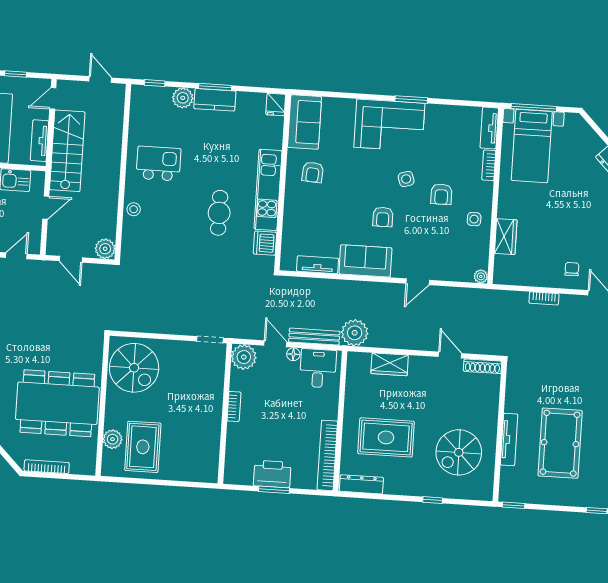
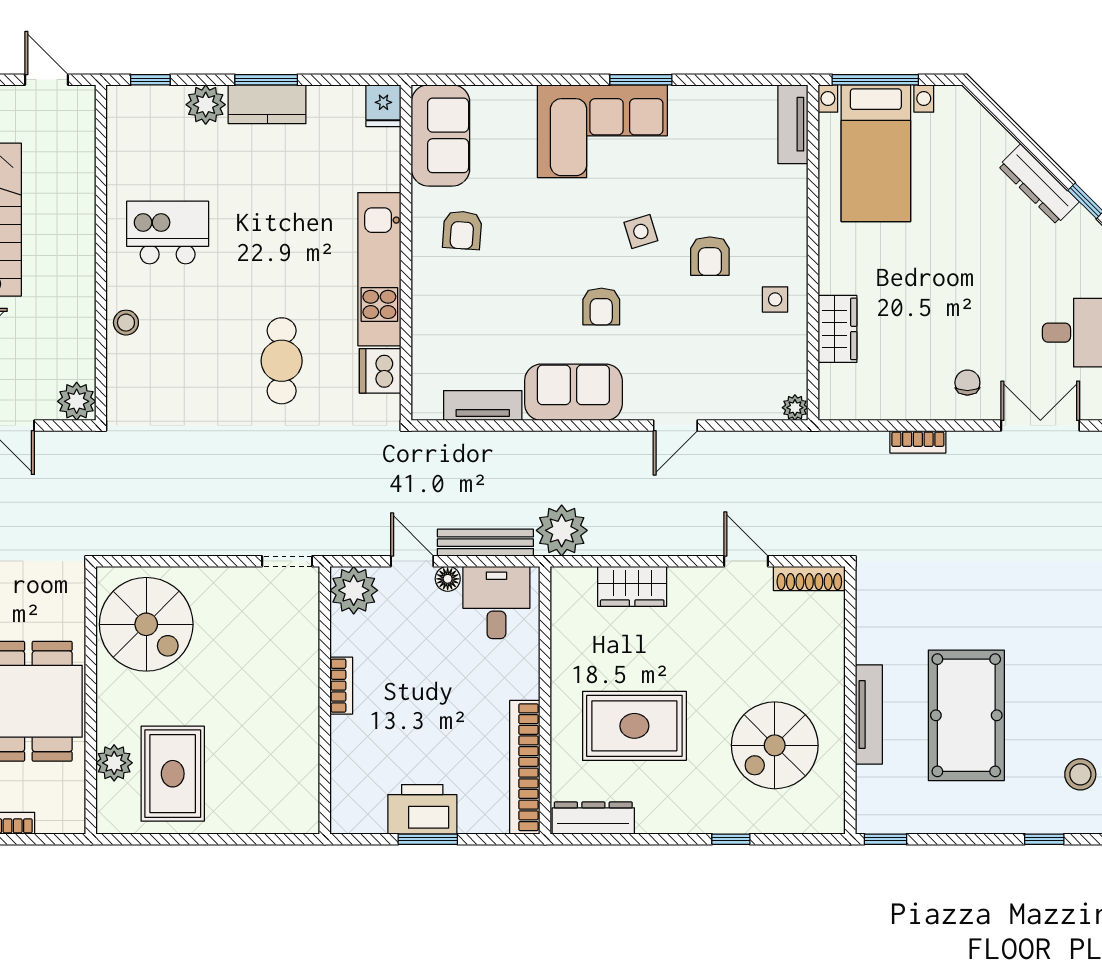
bookcase: (489, 165) -> (796, 195), removed
cafe table: (219, 213) -> (282, 361), moved

